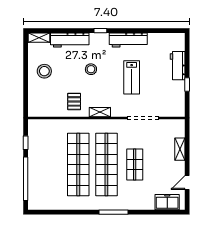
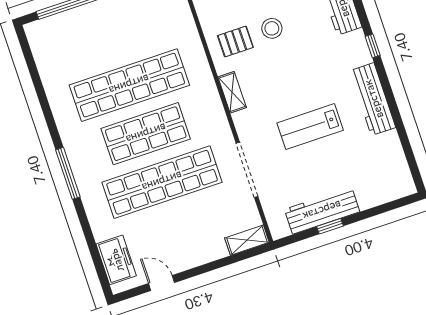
workbench: (178, 66) -> (322, 211), moved, width x1.38
stool: (91, 69) -> (272, 28), moved
shelving: (180, 149) -> (247, 240), moved
shop shelf: (106, 165) -> (146, 134), width x0.71
shop shelf: (135, 165) -> (162, 182), width x2.00, depth x1.36

